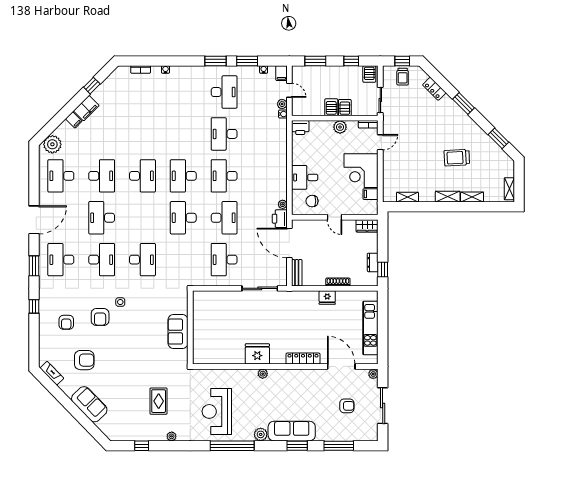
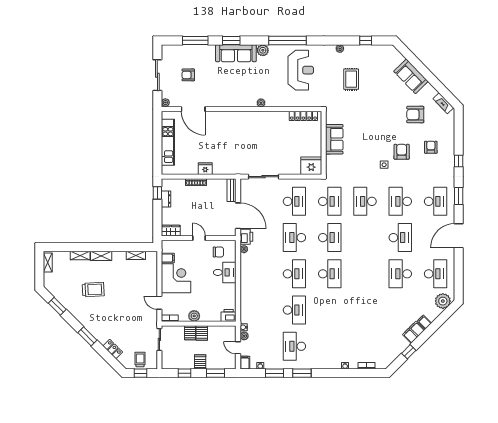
server rack: (369, 74) -> (200, 362), moved
door: (380, 142) -> (159, 303), hinge flipped
desk: (142, 176) -> (330, 201), moved, turned 180
fridge: (257, 354) -> (311, 166), moved, turned 180
locker: (303, 359) -> (303, 116), moved

